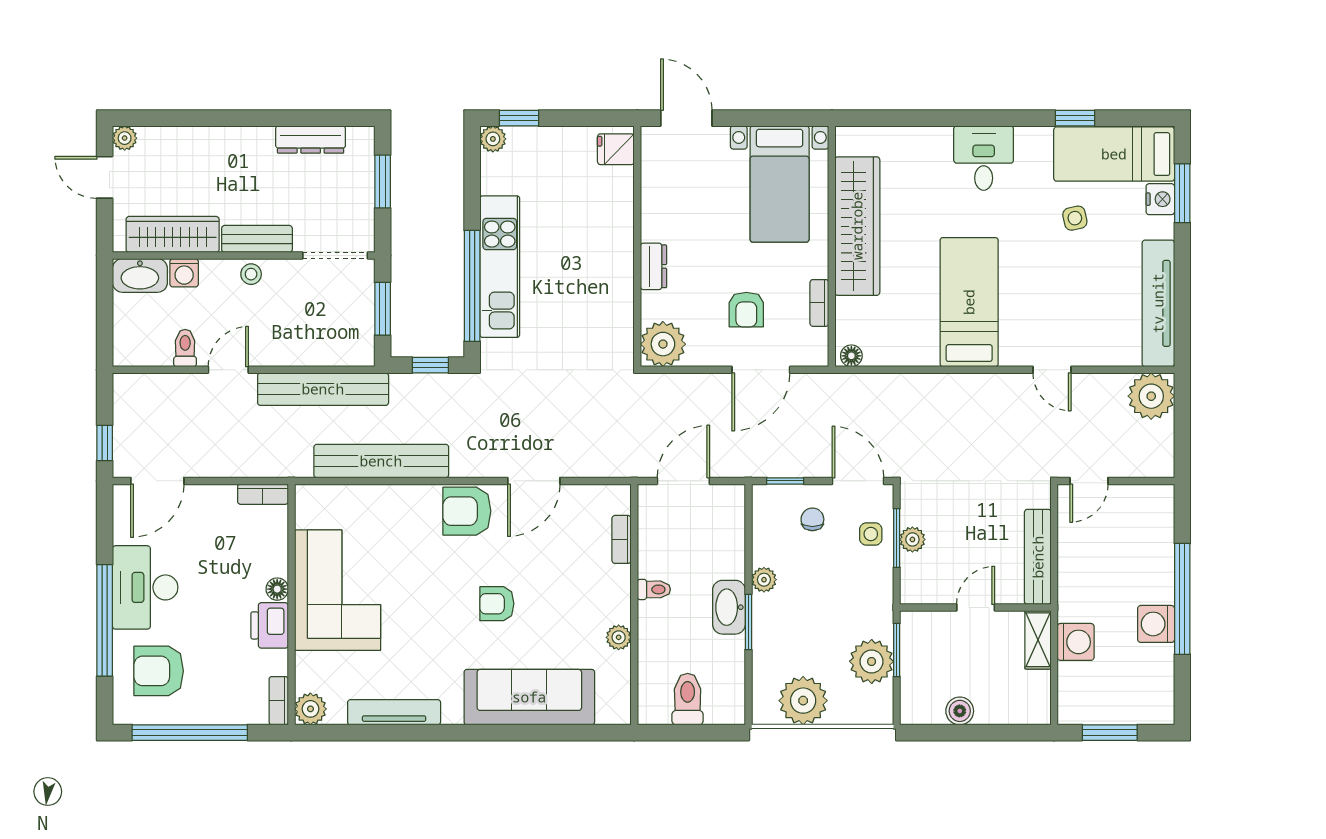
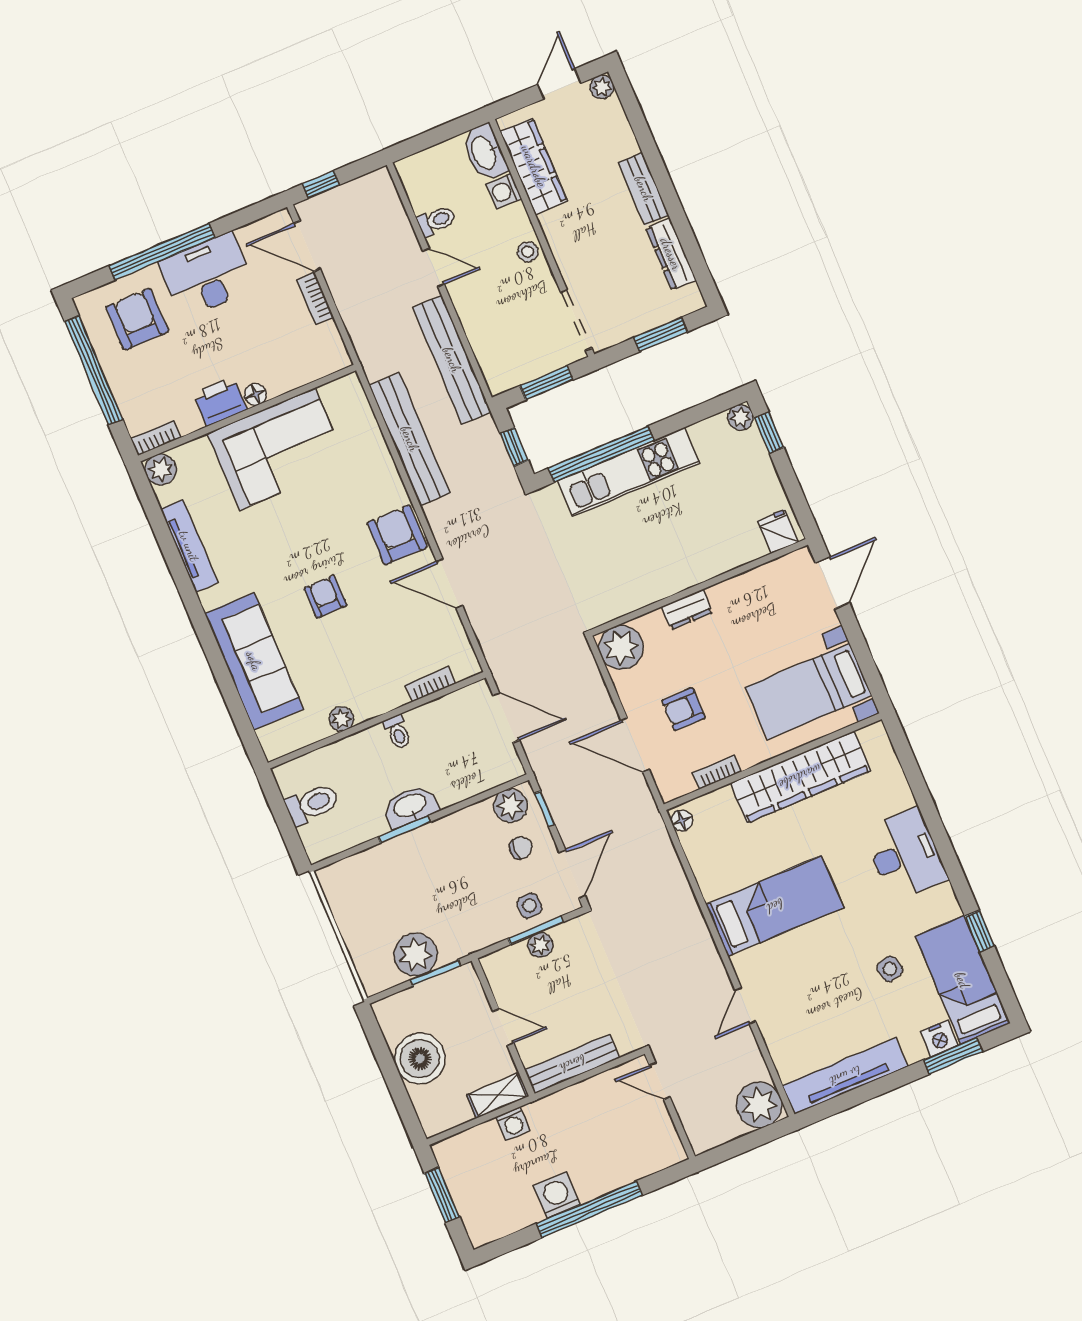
desk: (984, 158) -> (905, 854), width x1.37
bench: (257, 239) -> (644, 189), moved
bookcase: (263, 494) -> (315, 298), moved
plant: (764, 580) -> (511, 806), moved, width x1.38, depth x1.38
washing machine: (1076, 642) -> (513, 1124), width x0.73, depth x0.73
plant: (803, 701) -> (355, 908), removed
boiler: (960, 711) -> (420, 1059), width x1.86, depth x1.86

